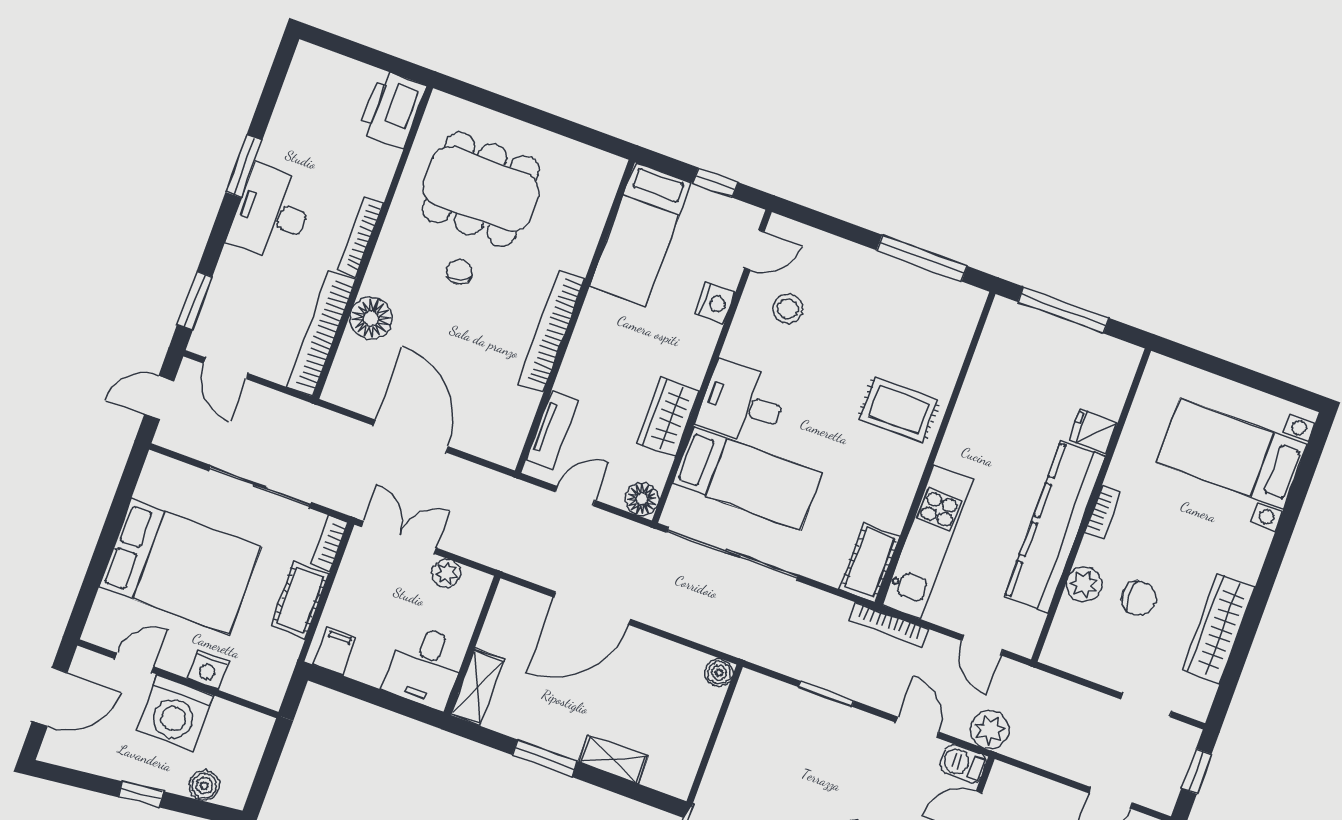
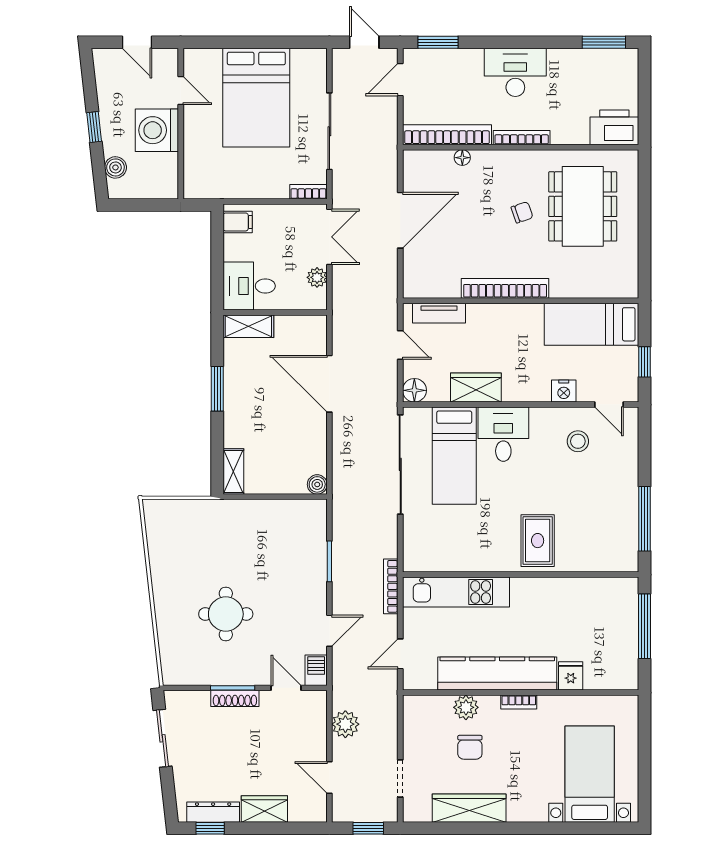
window: (244, 166) -> (604, 42), moved
floor lamp: (371, 318) -> (462, 158), width x0.53, depth x0.53
cot: (870, 563) -> (428, 558), removed
cot: (300, 600) -> (263, 186), removed
nightstand: (208, 670) -> (194, 142), removed
door: (50, 697) -> (137, 42), width x0.73
plant: (990, 730) -> (345, 724), moved
shelving: (613, 759) -> (233, 472), moved

